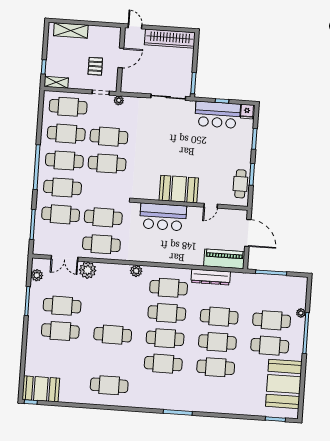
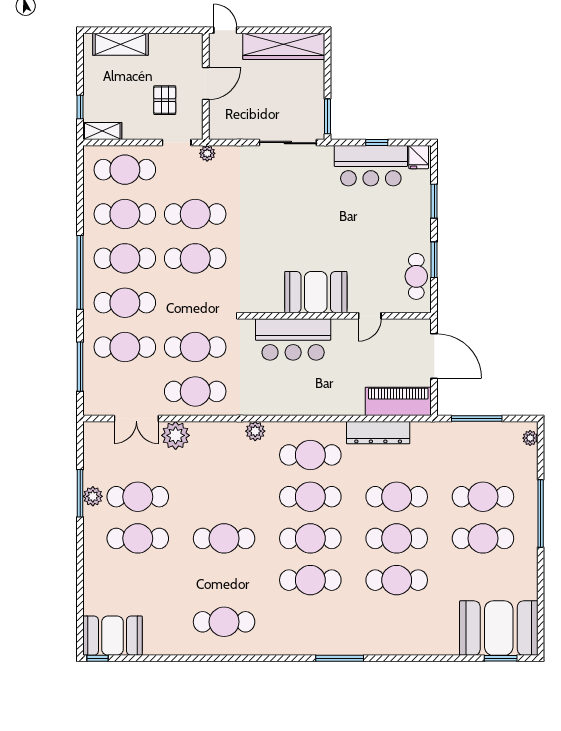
plant: (37, 275) -> (93, 496), moved
plant: (301, 313) -> (530, 438), moved
booth: (284, 384) -> (499, 628), moved, turned 90

